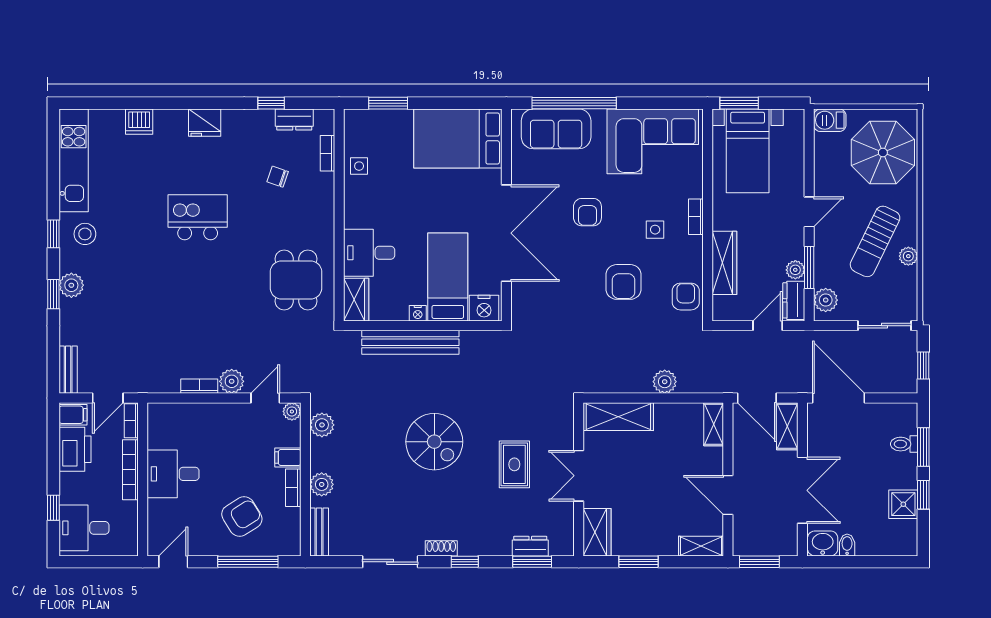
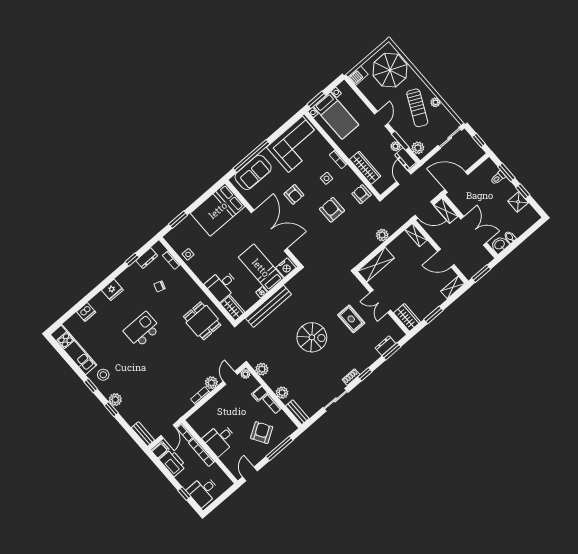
armchair: (624, 282) -> (332, 210), turned 180

